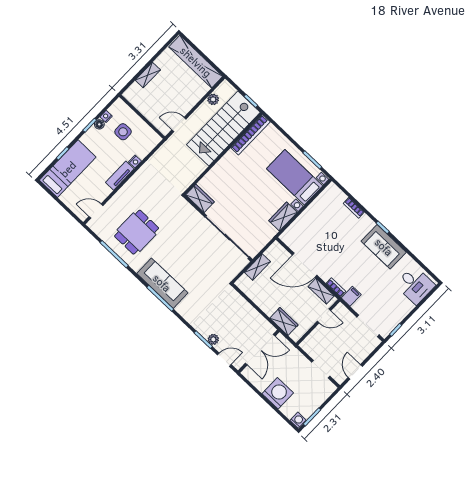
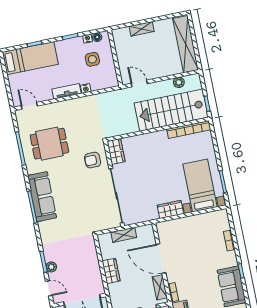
floor lamp: (99, 124) -> (97, 37), moved
armchair: (185, 220) -> (93, 160), added
wardrobe: (284, 322) -> (111, 271), moved

